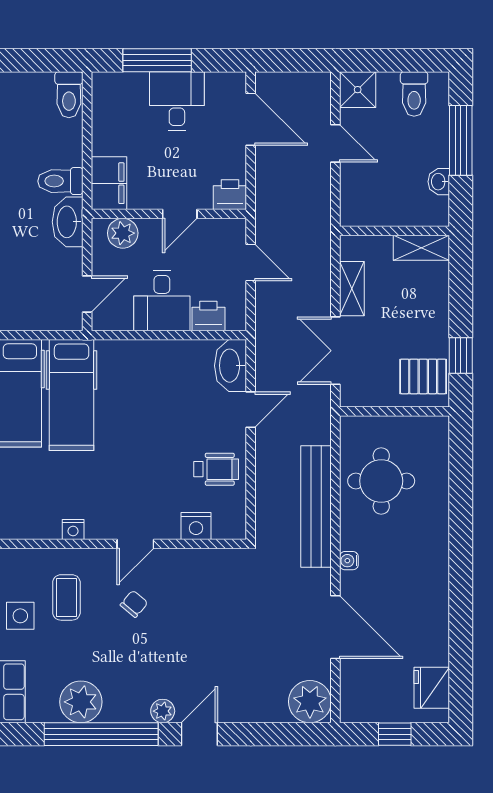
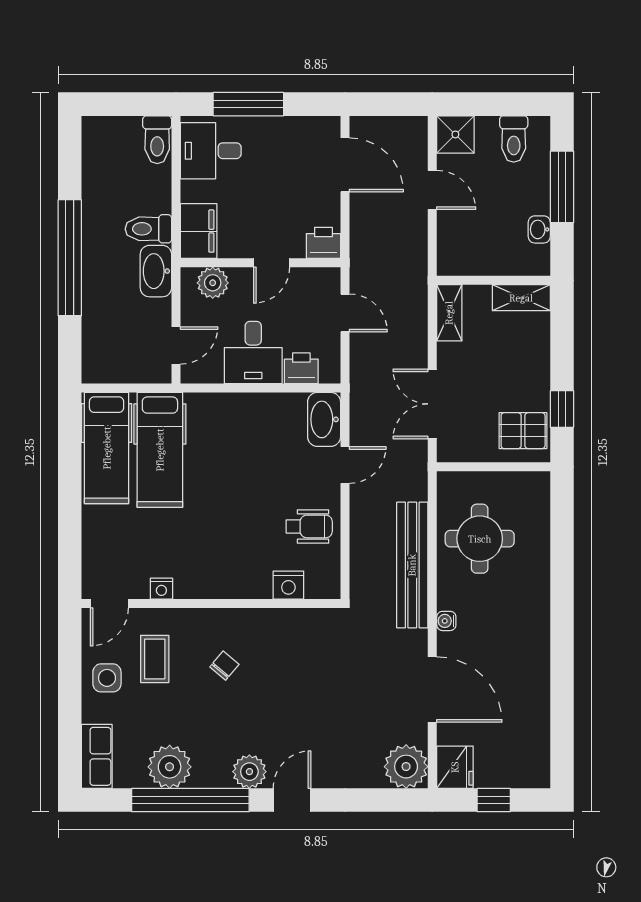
desk: (177, 101) -> (211, 151), moved, turned -90
shelving: (352, 289) -> (449, 313), moved
door: (135, 544) -> (109, 604), moved
fridge: (432, 688) -> (455, 767), moved, turned 180
plant: (163, 711) -> (249, 772), width x1.38, depth x1.38

